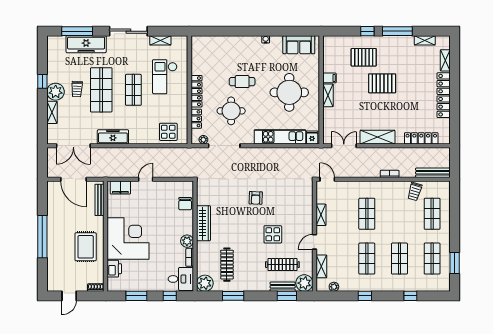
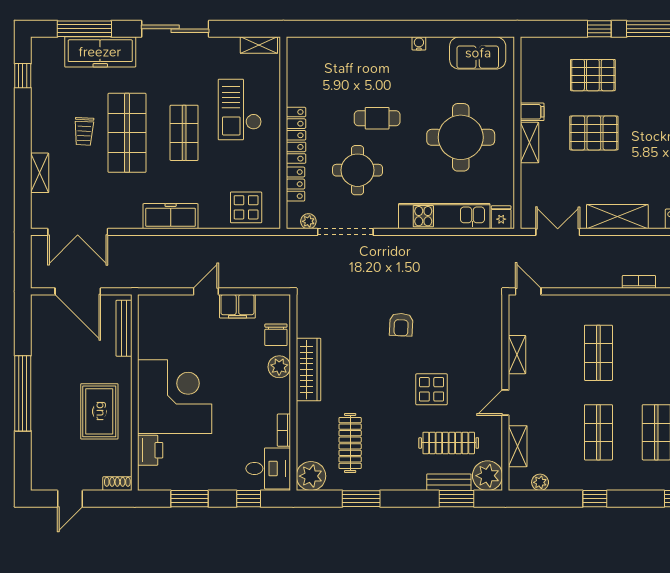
shelving: (160, 40) -> (259, 45), moved
window: (42, 81) -> (23, 76), moved
pallet: (382, 83) -> (594, 133), moved
plant: (56, 92) -> (46, 136), removed
freezer: (113, 137) -> (171, 216), moved
filing cabinet: (120, 188) -> (237, 306), moved
plant: (187, 241) -> (279, 367), moved

